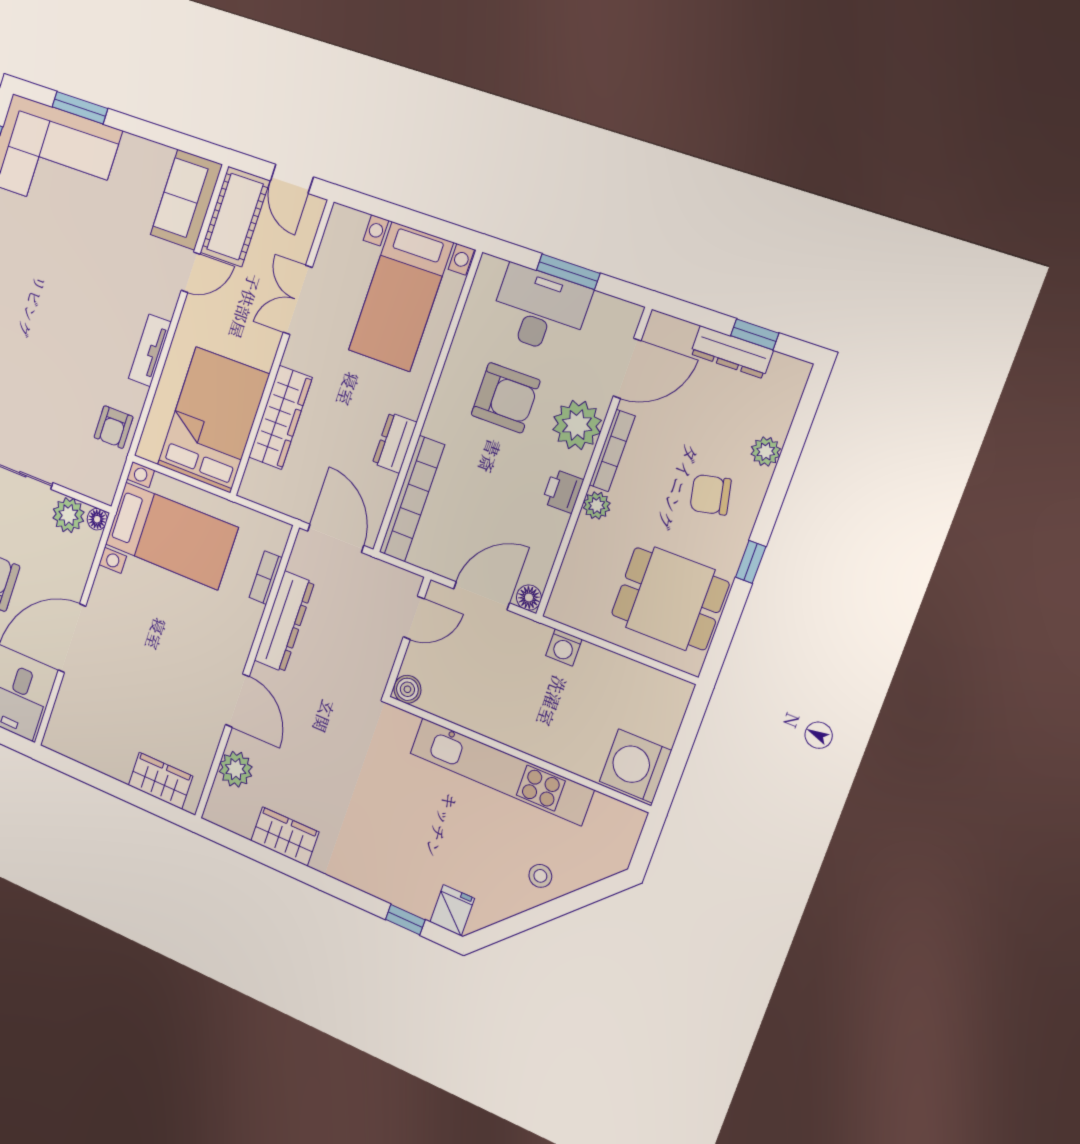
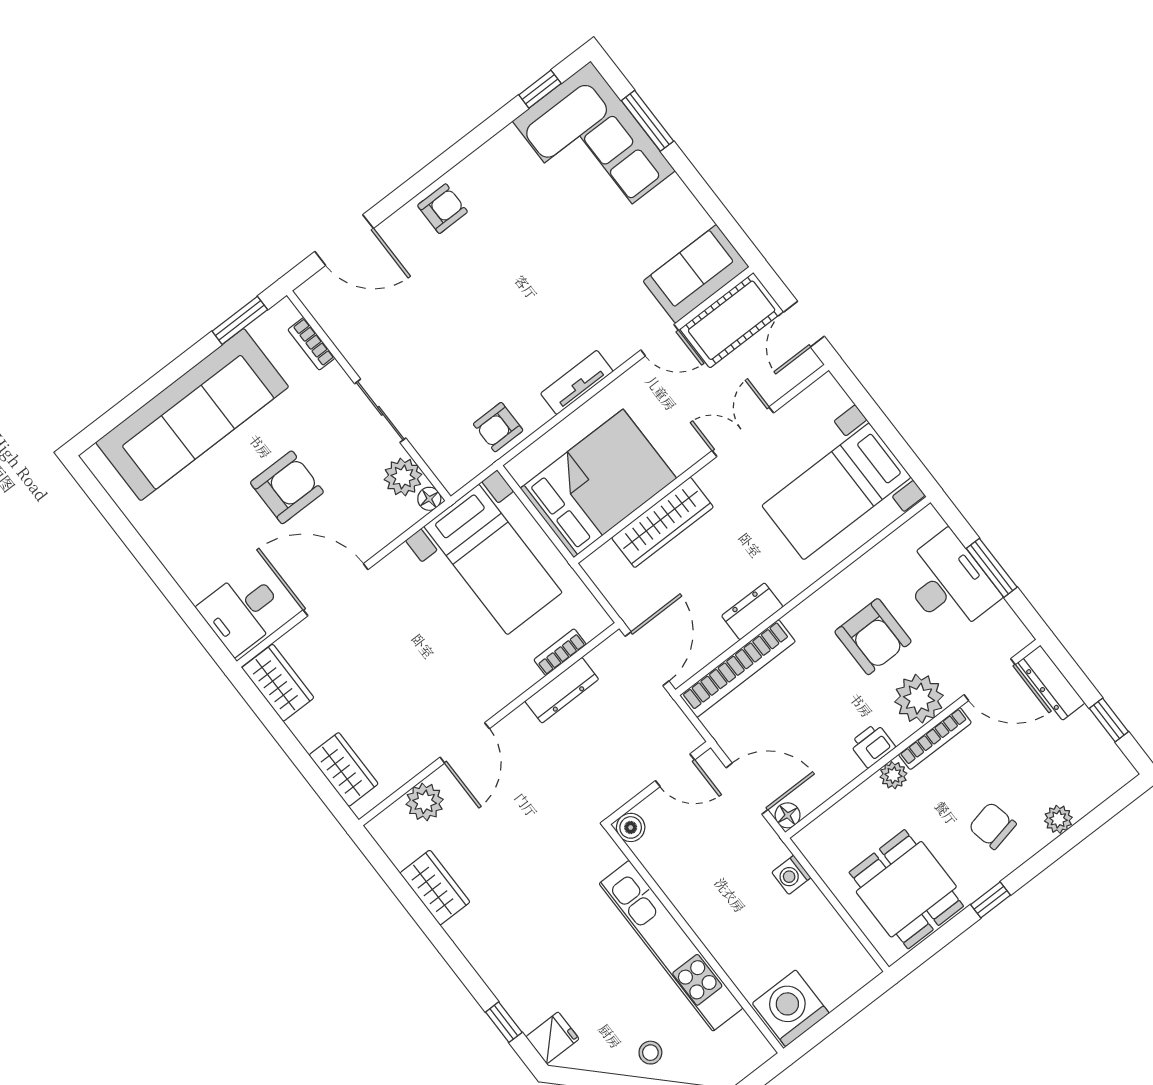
dresser: (732, 352) -> (1051, 683), moved
dresser: (284, 622) -> (562, 690), width x0.73, depth x0.80
wardrobe: (73, 741) -> (278, 683), added

